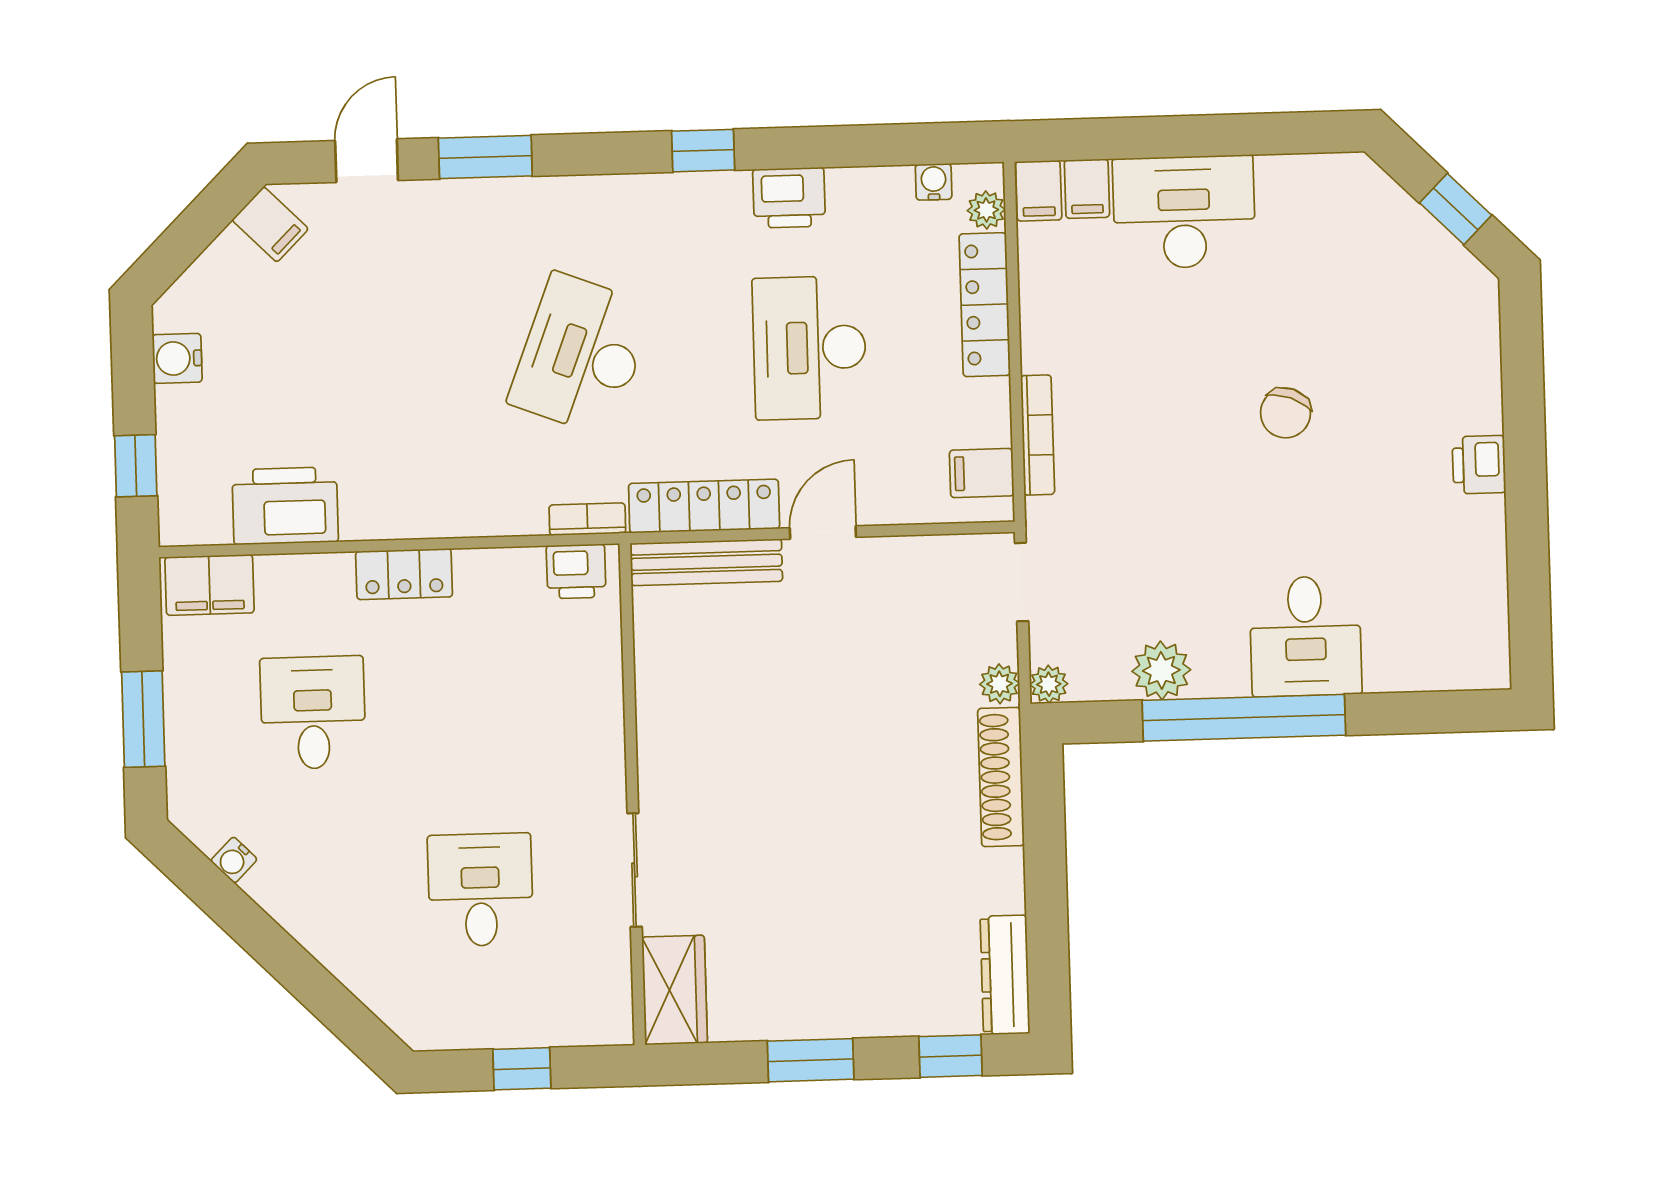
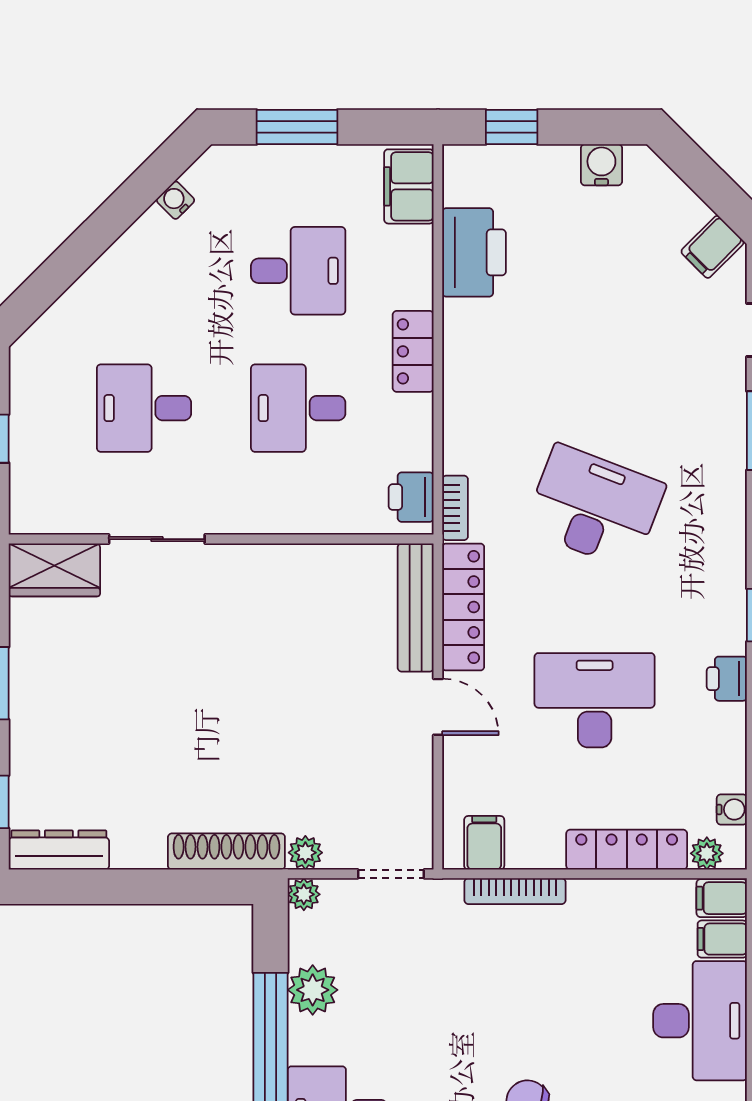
printer: (789, 198) -> (727, 679), width x0.73, depth x0.81
desk: (475, 708) -> (298, 408), added
desk: (480, 890) -> (144, 408), turned 180

